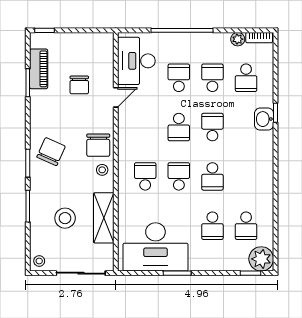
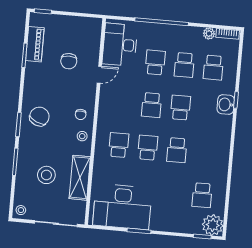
school desk: (212, 78) -> (184, 65), turned 180
chair: (98, 145) -> (81, 114), width x0.54, depth x0.54
school desk: (212, 226) -> (173, 193), removed

